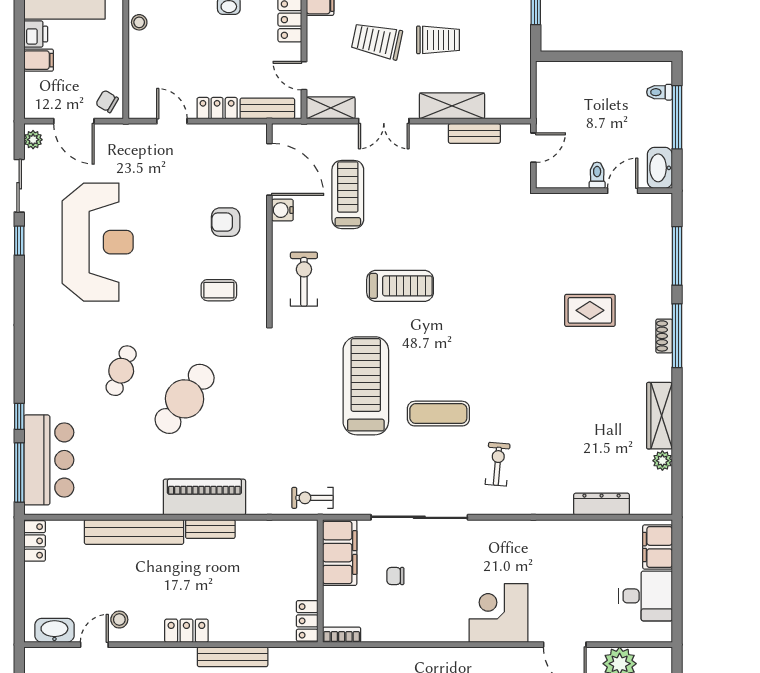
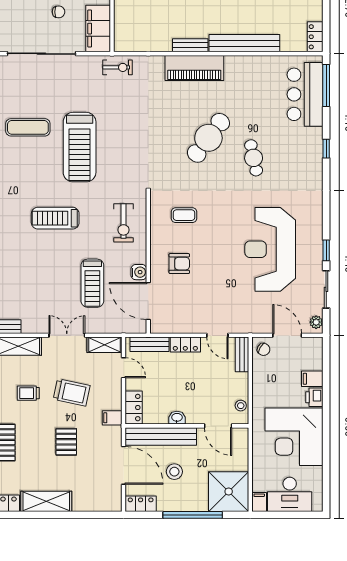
trolley: (438, 40) -> (28, 393), width x0.73, depth x0.72
bench: (137, 94) -> (242, 354), added
cafe table: (121, 371) -> (254, 158), turned -33
window: (19, 416) -> (326, 149), moved

